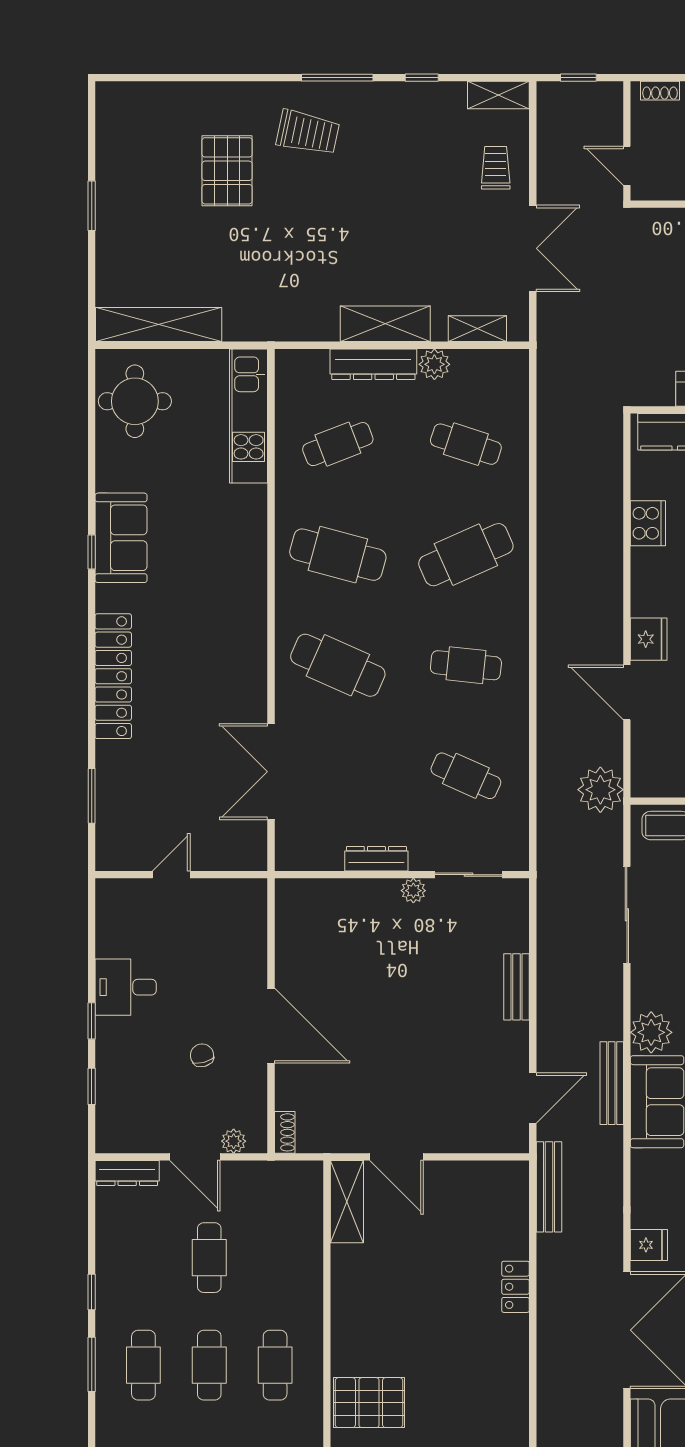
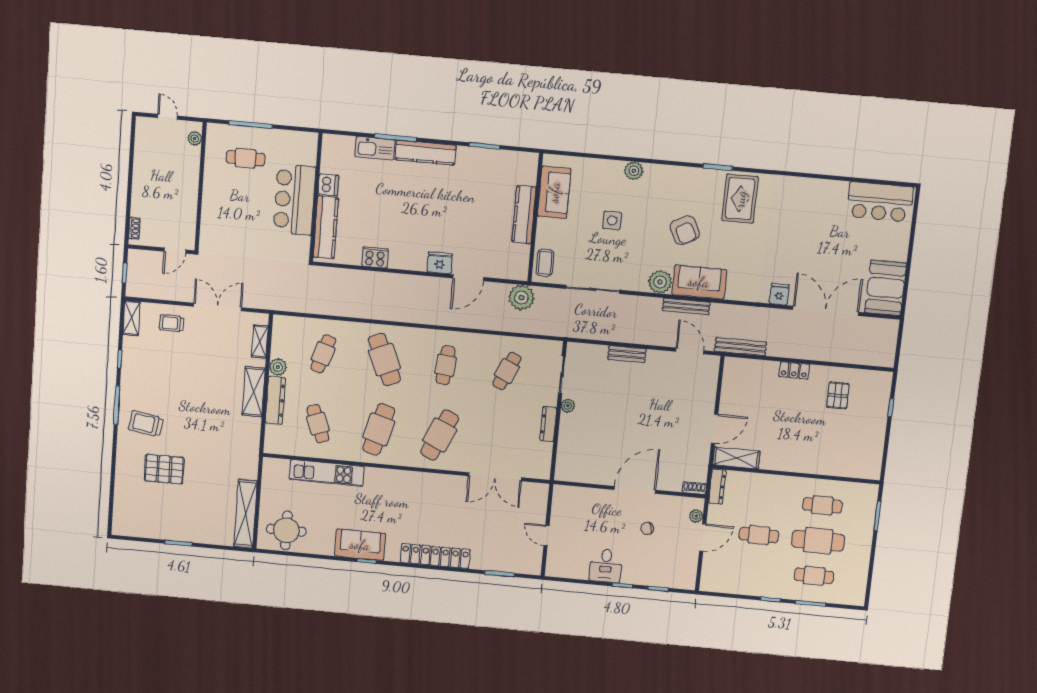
trolley: (308, 133) -> (146, 424), turned -93
kitchen unit: (249, 416) -> (327, 473), moved
dresser: (127, 1173) -> (717, 487), moved
cafe table: (209, 1365) -> (818, 541), width x1.37, depth x1.35
pallet: (369, 1403) -> (838, 395), moved, width x0.67, depth x0.71

